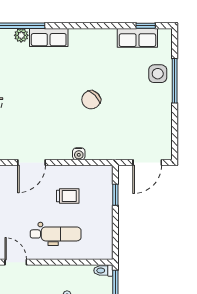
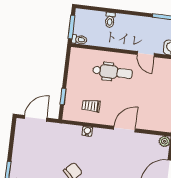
trolley: (68, 196) -> (91, 106), moved
dental chair: (56, 234) -> (113, 72), turned 180

